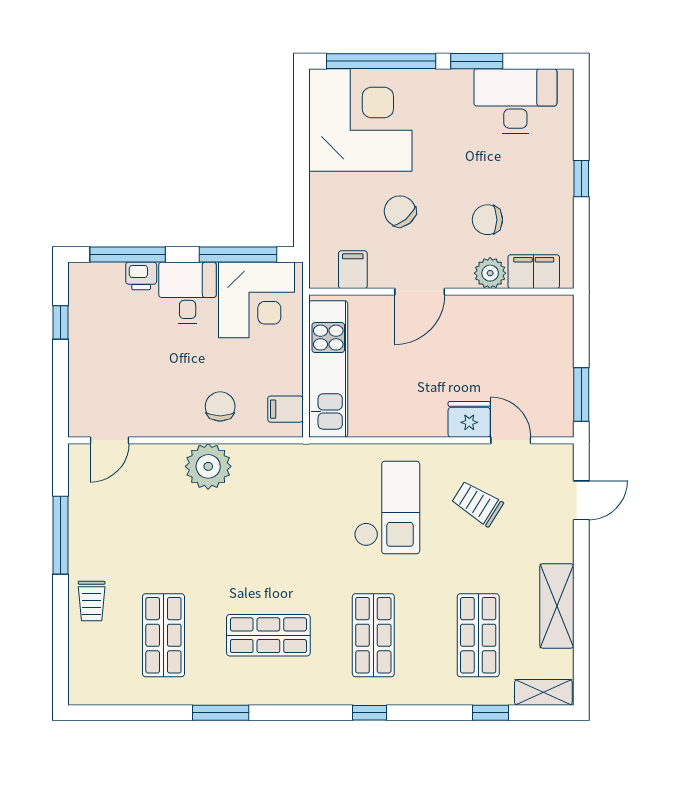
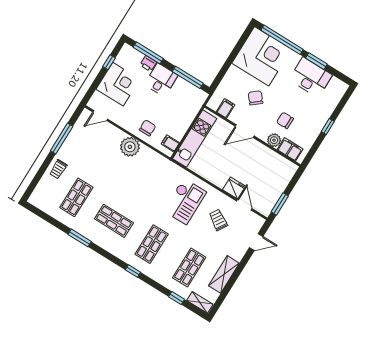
desk: (515, 101) -> (311, 77), moved
corner desk: (256, 300) -> (118, 84), moved, turned -90

